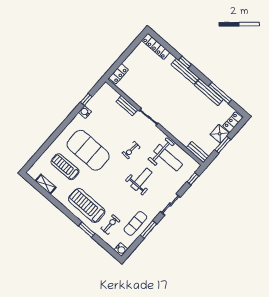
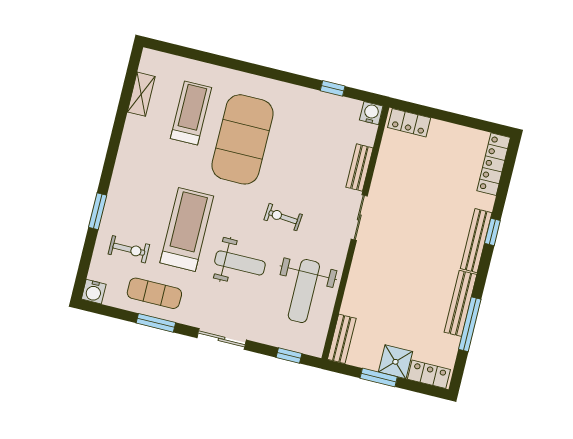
water cooler: (85, 112) -> (371, 113), moved
treadmill: (87, 205) -> (187, 229), moved

